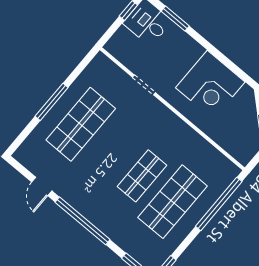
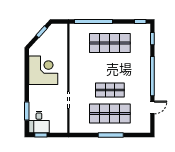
shop shelf: (142, 176) -> (110, 90), moved

